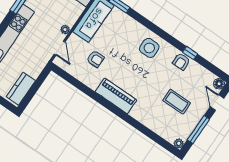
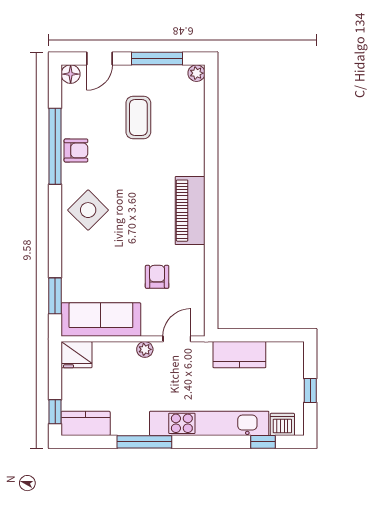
side table: (149, 48) -> (88, 210), turned 45
window: (190, 53) -> (55, 146), width x3.17
kitchen counter: (21, 89) -> (239, 355), moved

